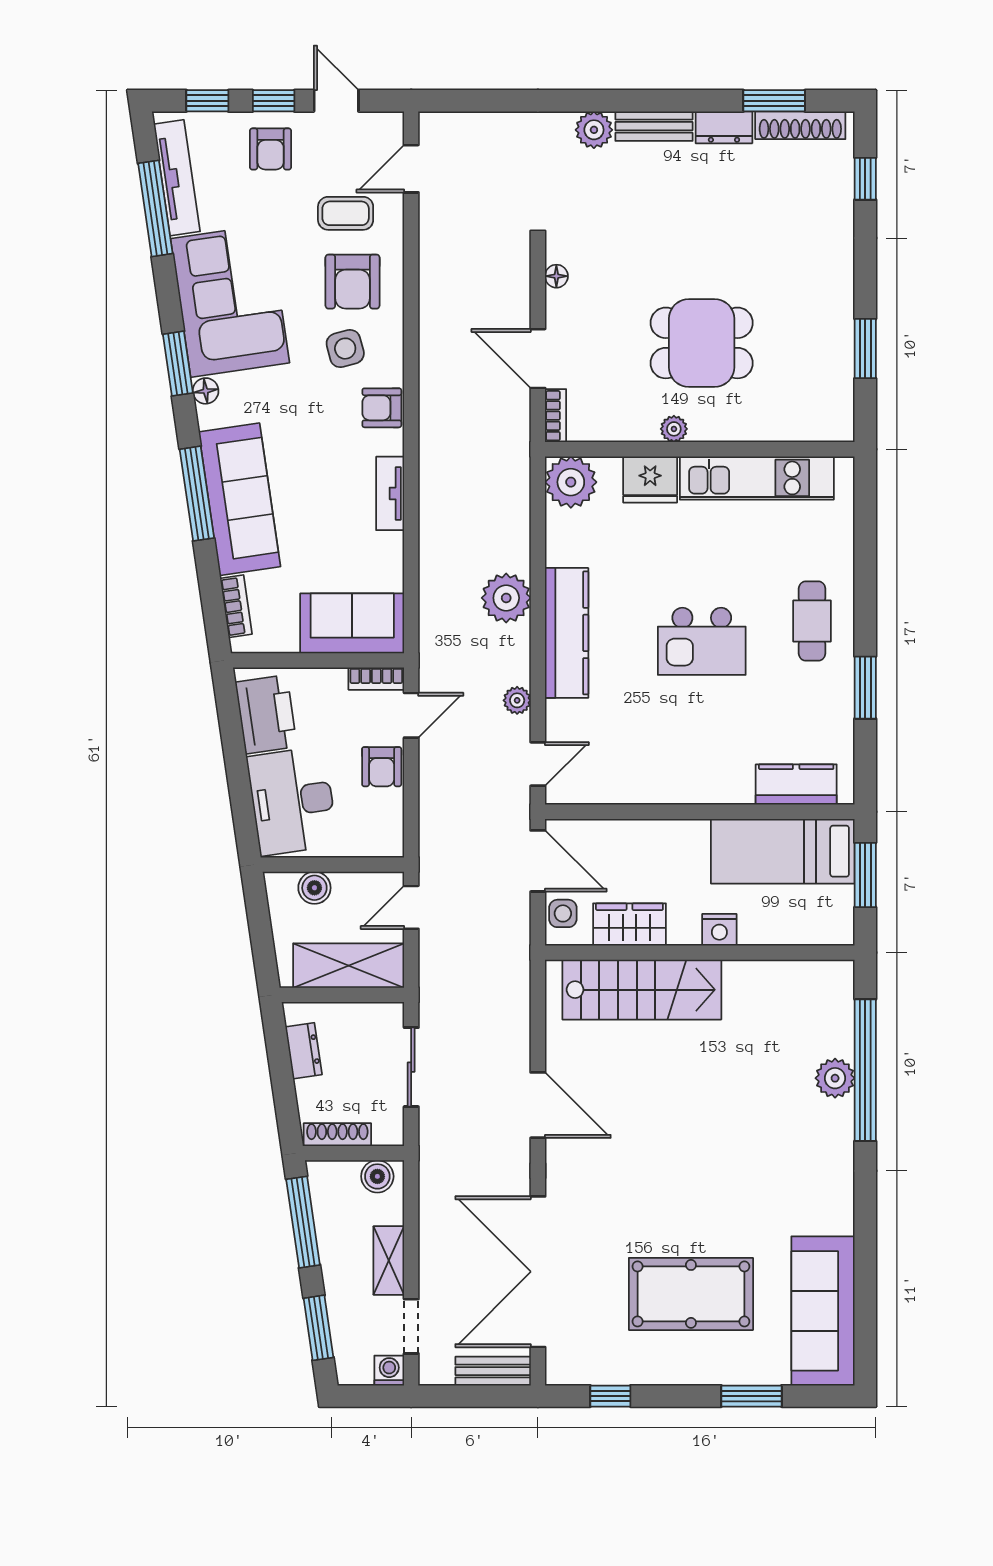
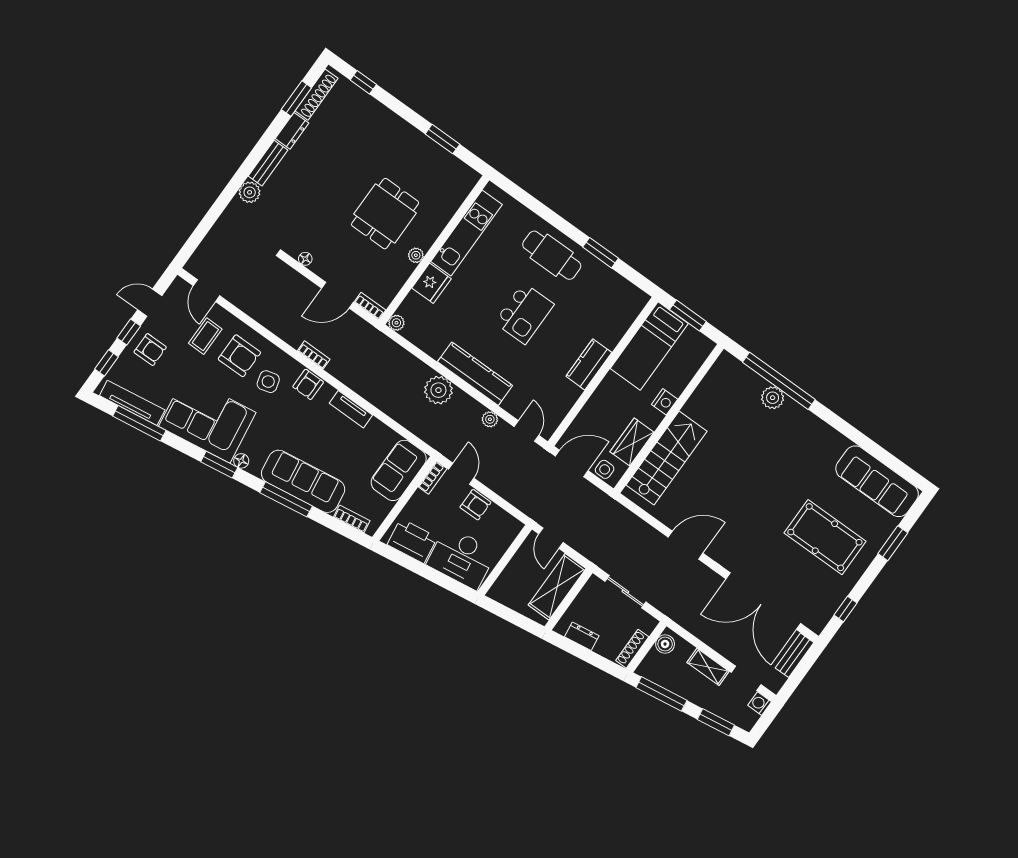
bookcase: (429, 386) -> (314, 355), added
plant: (571, 482) -> (396, 323), width x0.53, depth x0.53
cafe table: (812, 621) -> (552, 255), width x1.37, depth x1.35
kitchen counter: (796, 784) -> (589, 364), moved
boiler: (314, 888) -> (509, 577), removed
pool table: (691, 1294) -> (825, 537), turned 90

